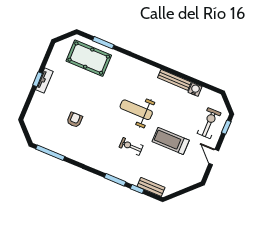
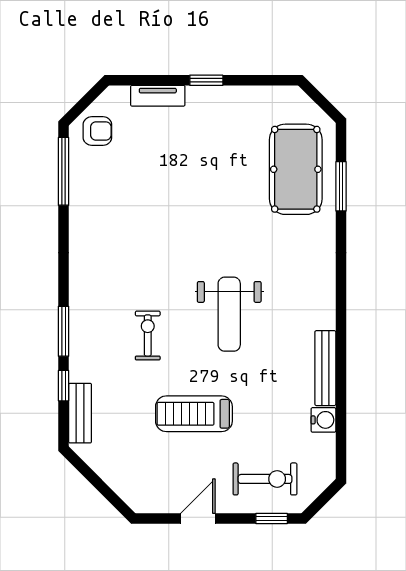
tv unit: (44, 81) -> (158, 96), moved
weight bench: (136, 110) -> (229, 314), turned 180
armchair: (75, 120) -> (97, 131), moved
treadmill: (171, 141) -> (194, 414), turned -90

